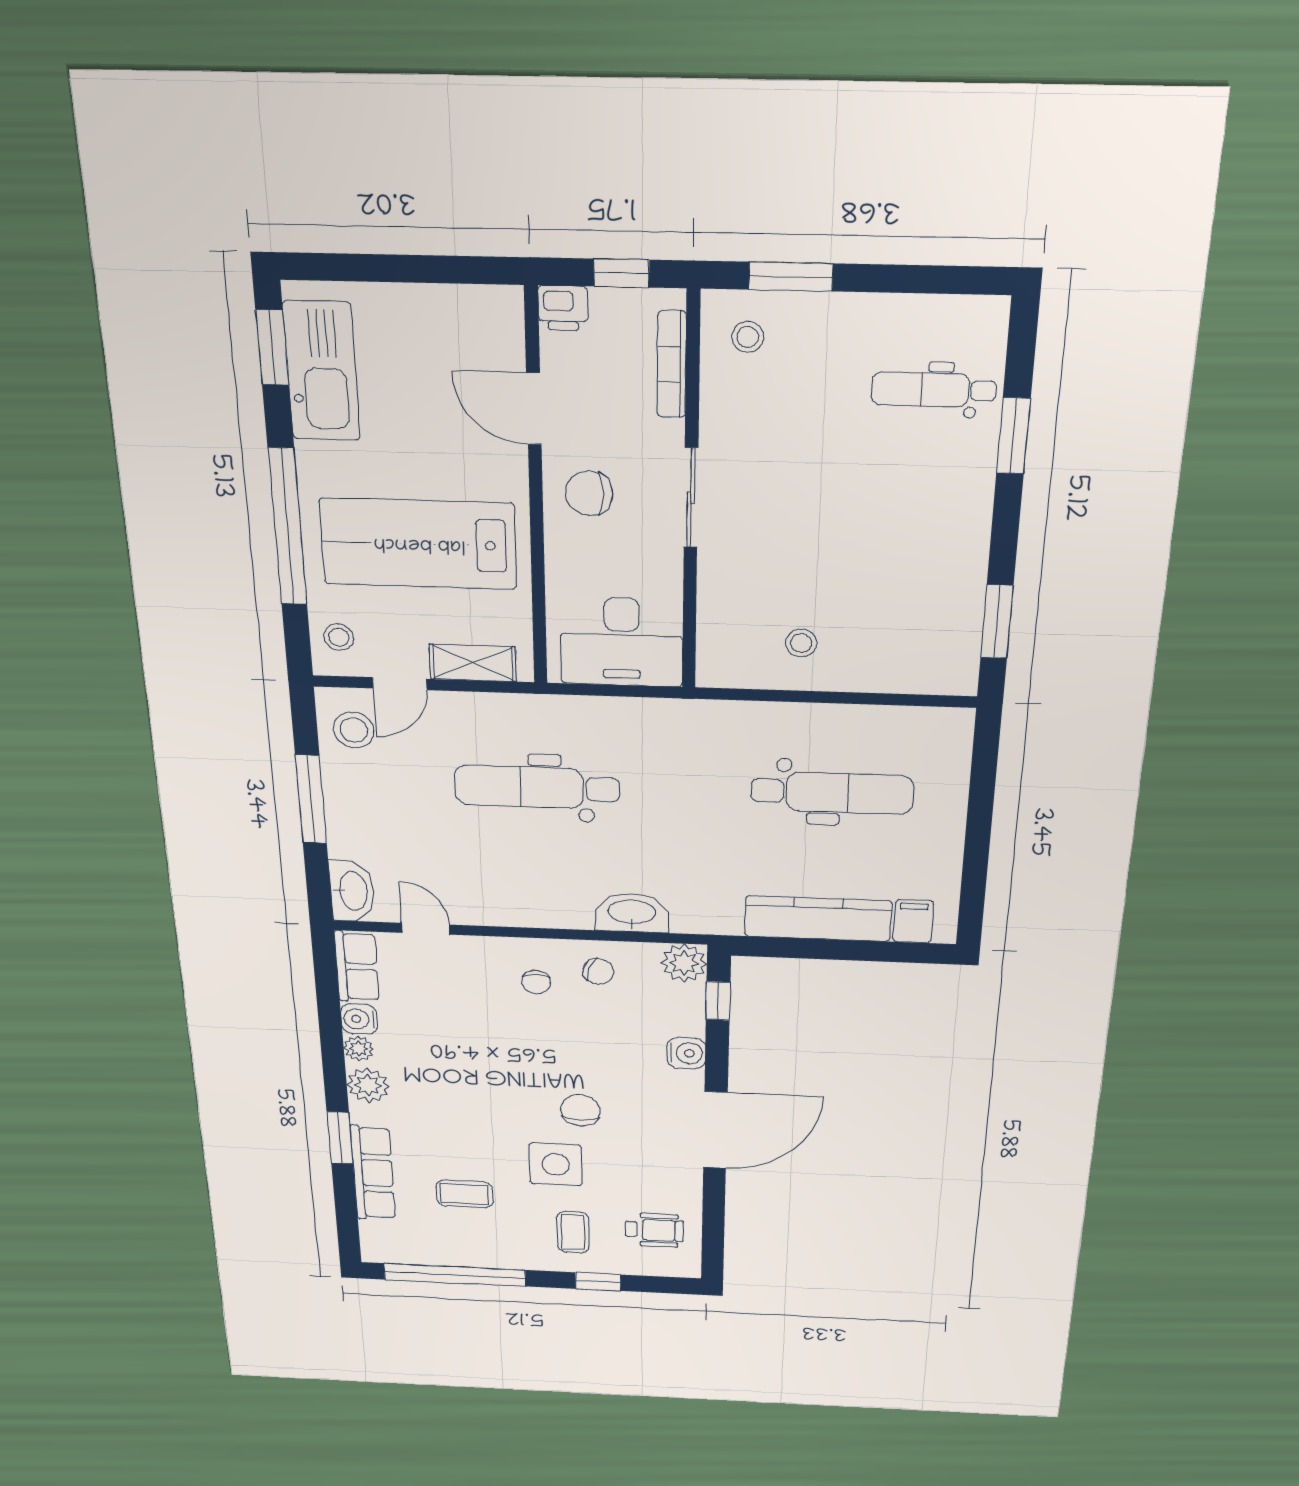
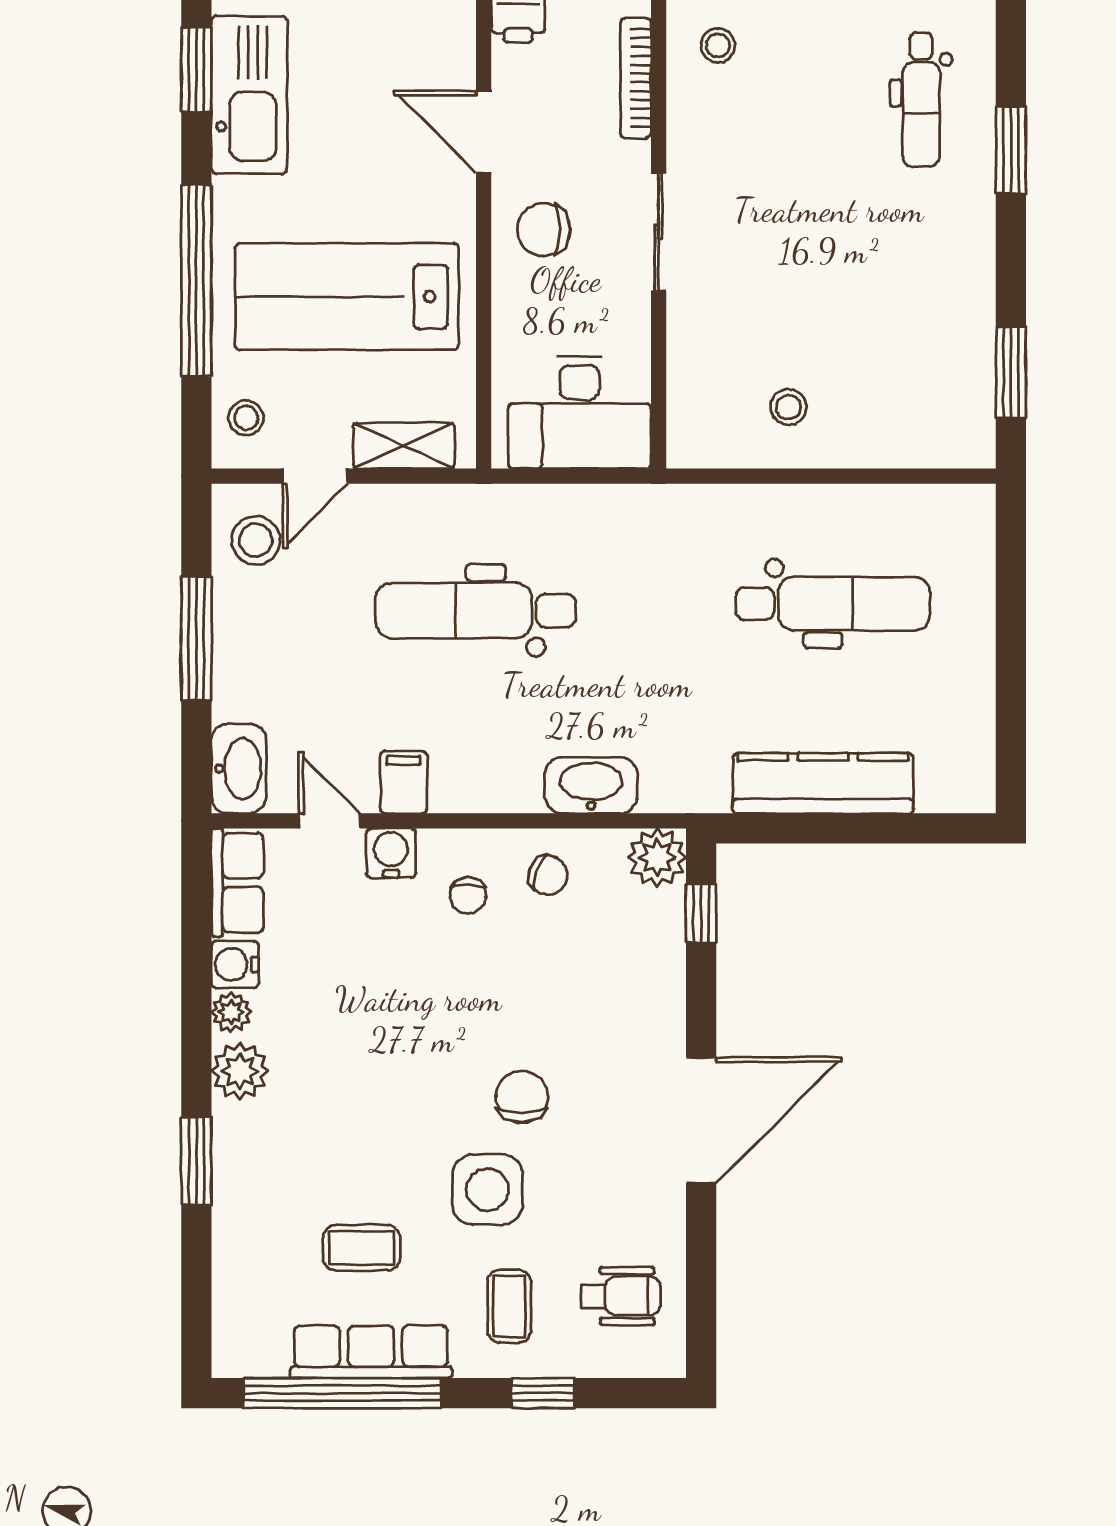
dental chair: (934, 390) -> (921, 100), turned -90
filing cabinet: (913, 921) -> (404, 782), moved
water cooler: (686, 1053) -> (391, 853), moved, turned -90
row of seats: (373, 1173) -> (371, 1352), moved, turned -90

